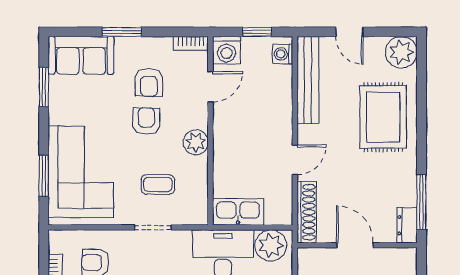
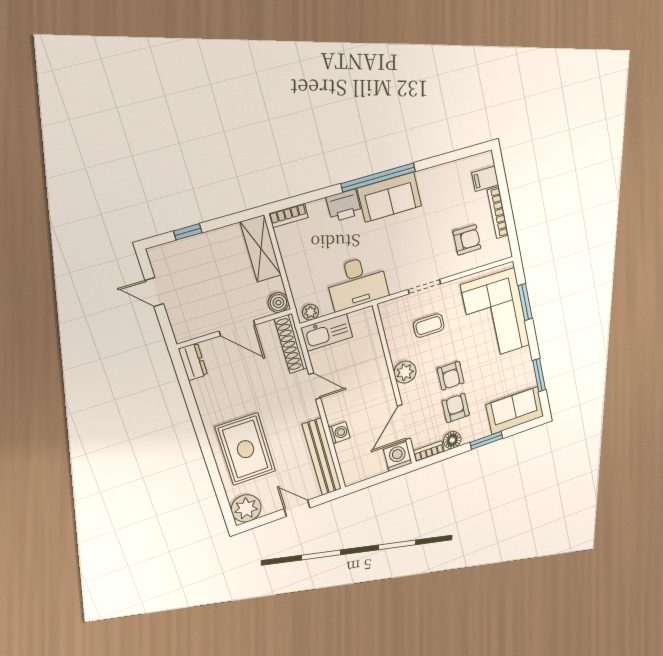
window: (257, 32) -> (376, 480), removed
floor lamp: (161, 47) -> (452, 440), added
washing machine: (283, 54) -> (339, 433), moved
door: (210, 87) -> (404, 422), width x1.38
door: (295, 160) -> (315, 386), swing flipped
window: (422, 202) -> (186, 387), removed
kitchen sink: (238, 212) -> (327, 333), moved
plant: (271, 245) -> (311, 312), width x0.53, depth x0.53
boiler: (307, 258) -> (278, 303), added

